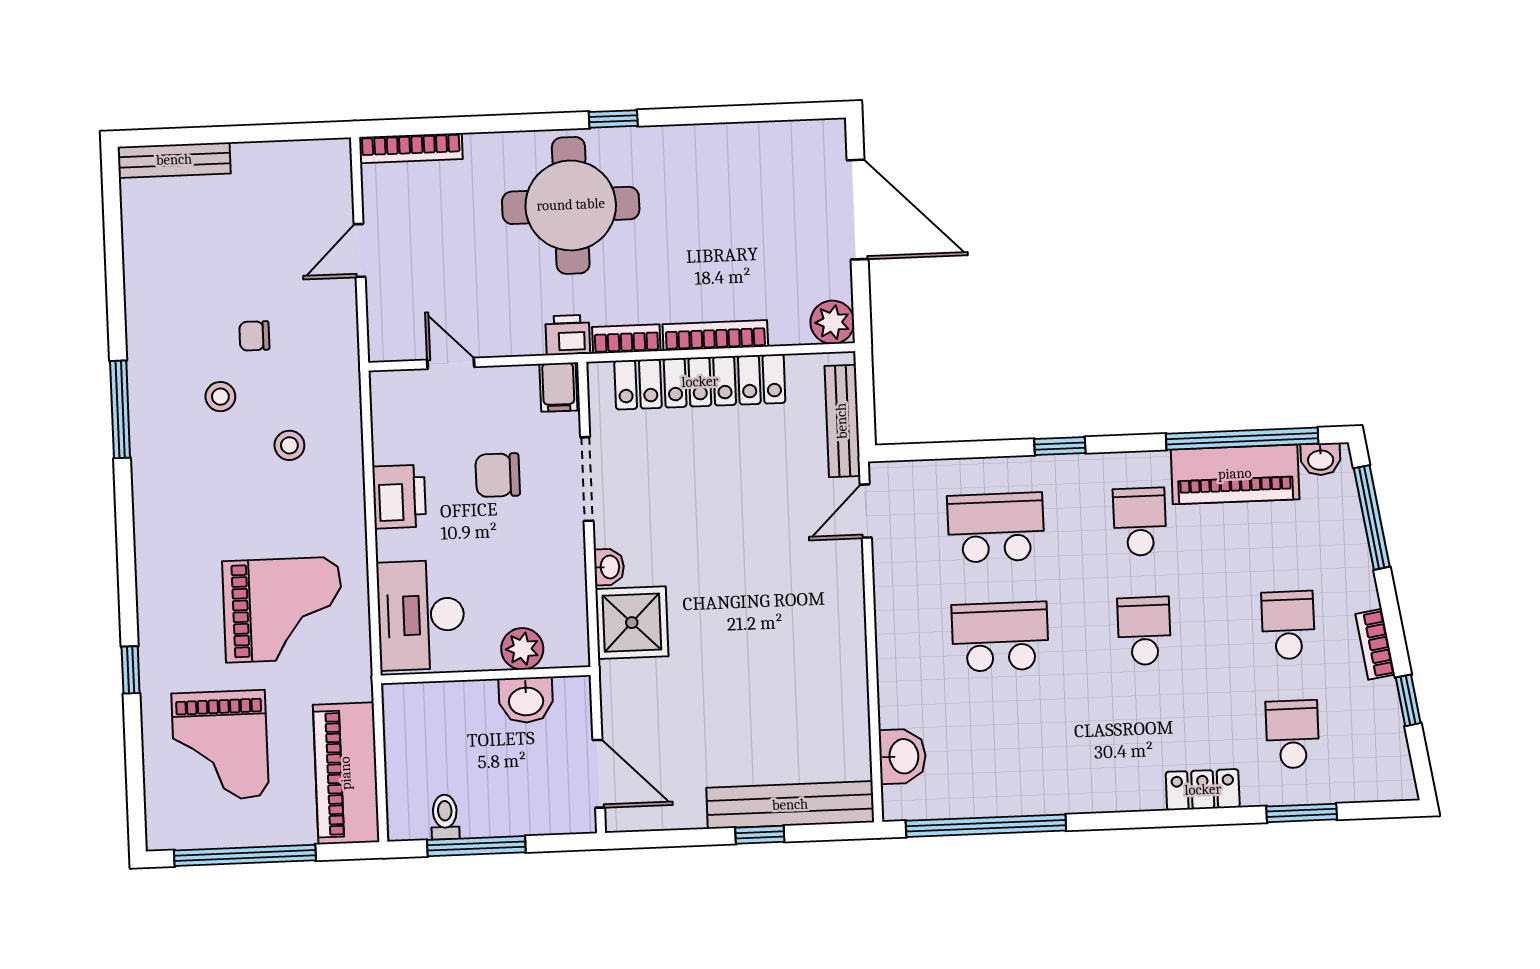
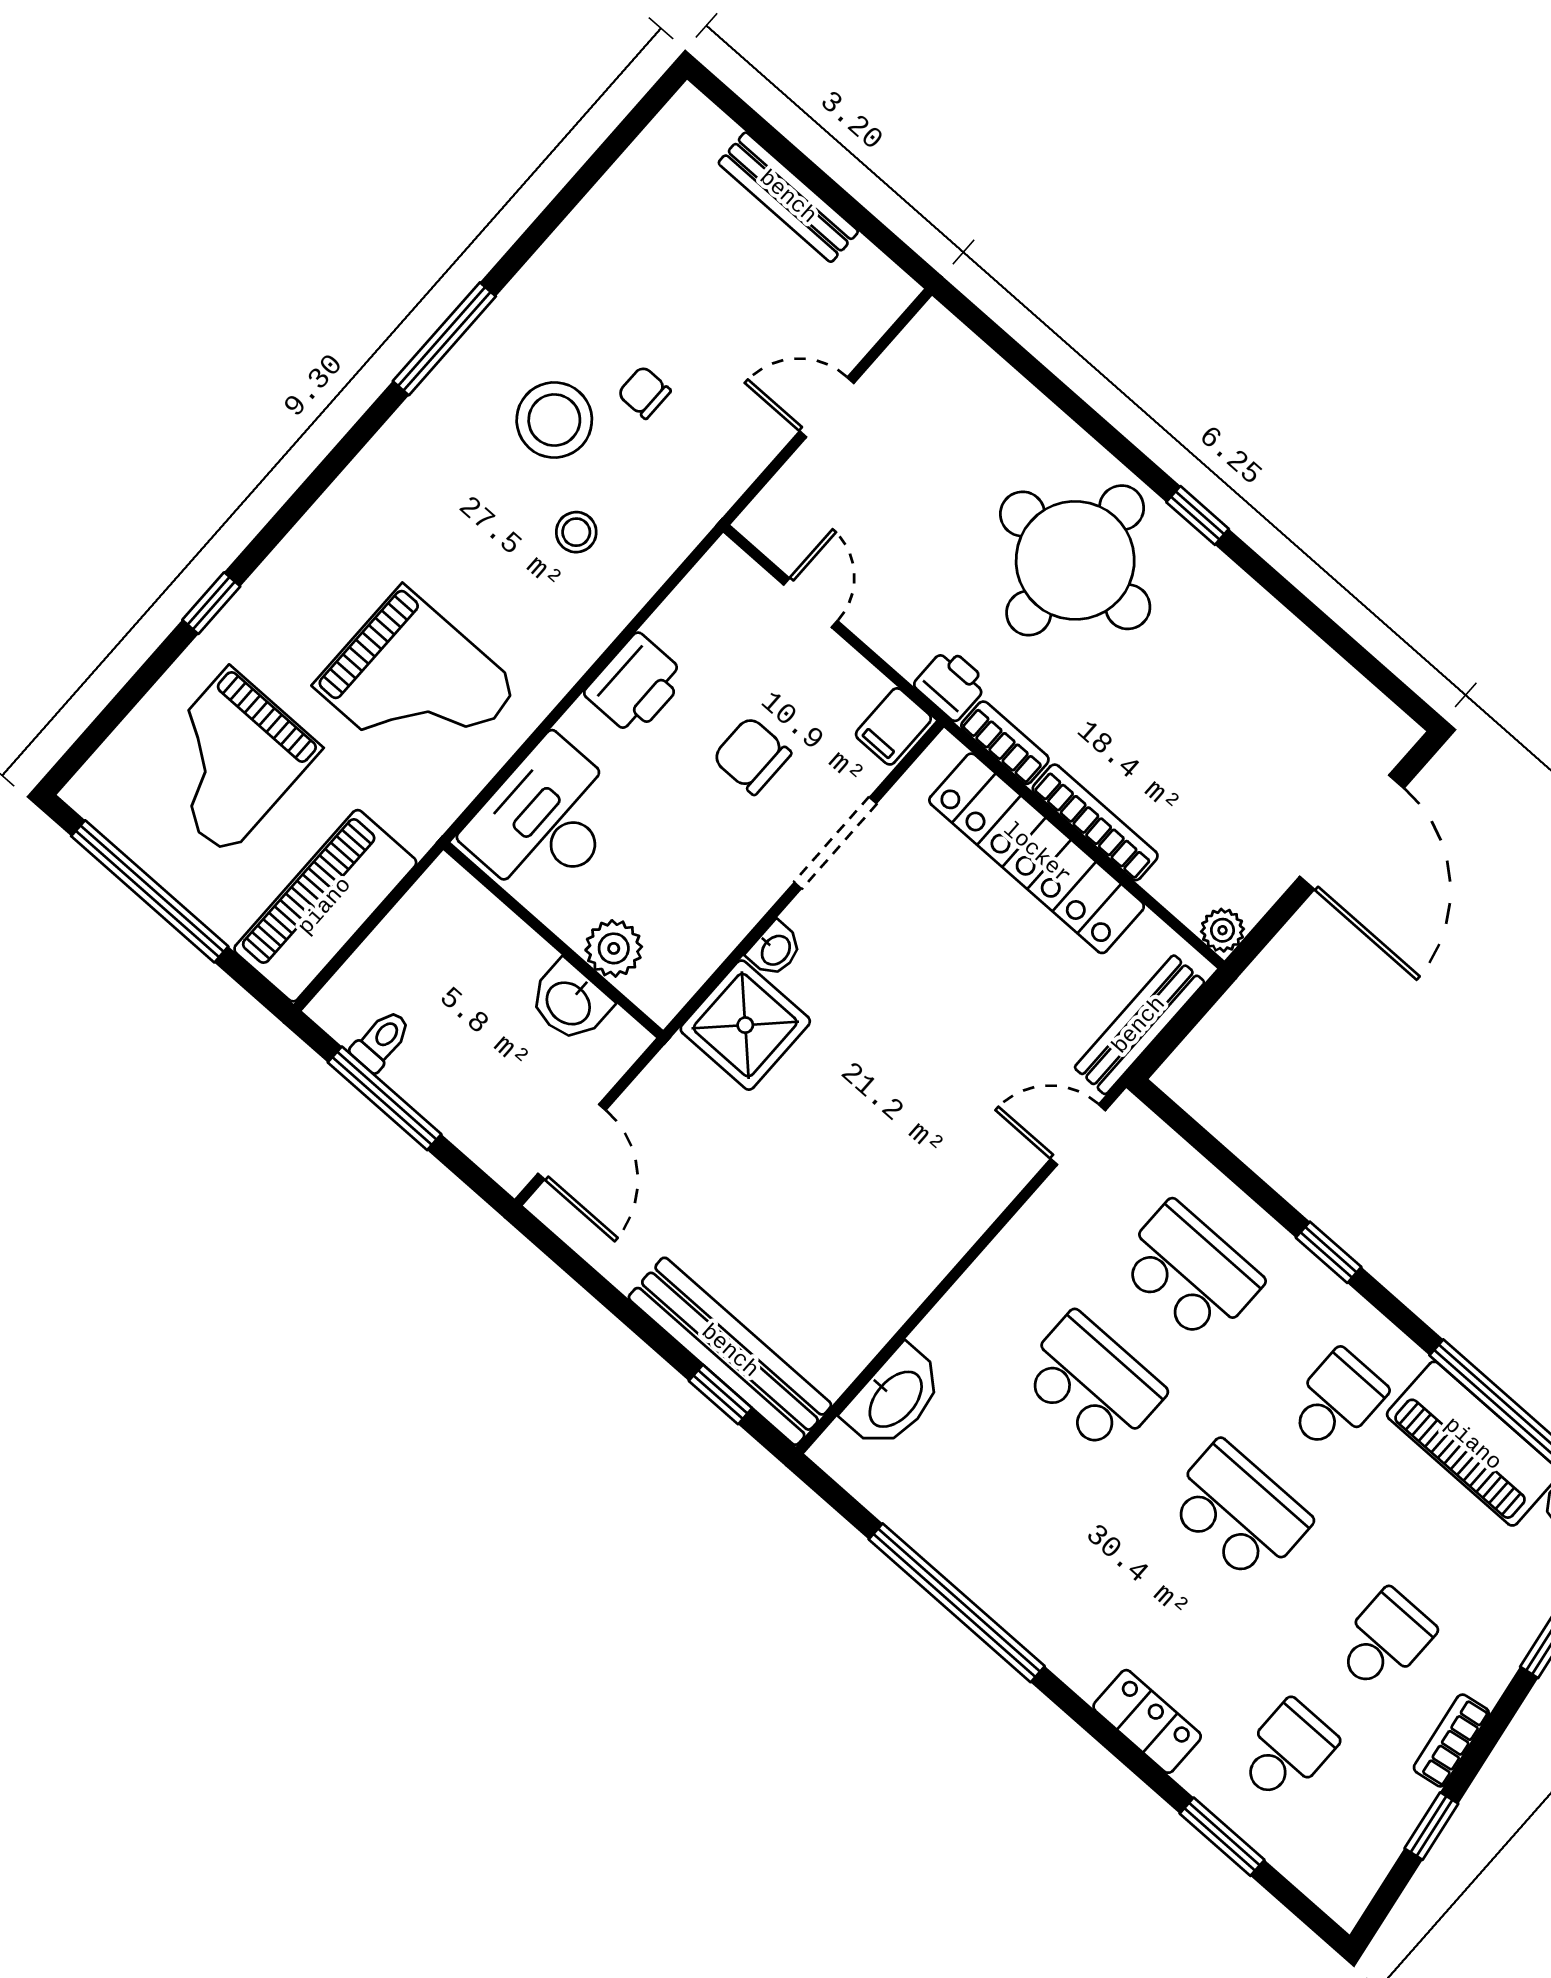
bookcase: (411, 148) -> (972, 355), removed
bench: (174, 160) -> (788, 197), moved
plant: (832, 322) -> (1223, 930), width x0.73, depth x0.73
stool: (220, 397) -> (554, 420), width x1.89, depth x1.89
school desk: (1144, 631) -> (1238, 1512), width x1.85
washbasin: (903, 756) -> (894, 1398), width x1.38
window: (986, 826) -> (957, 1603), moved
window: (760, 835) -> (720, 1394), moved

